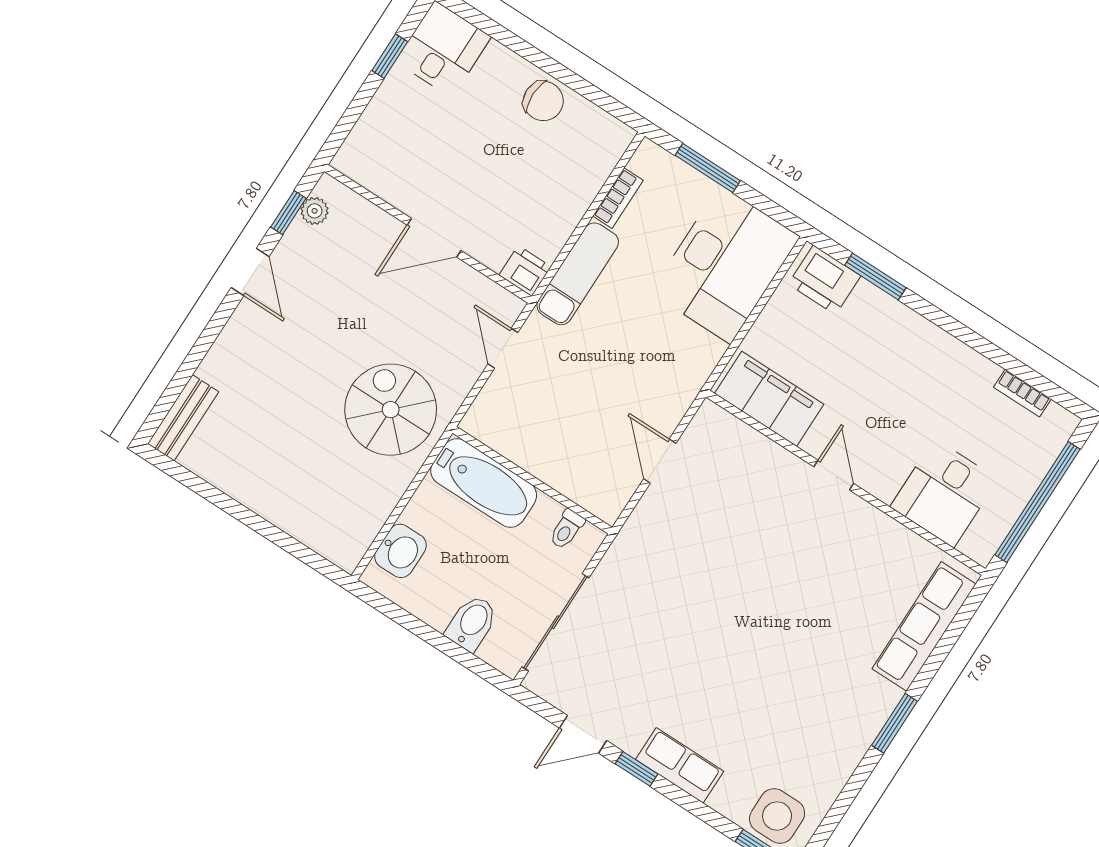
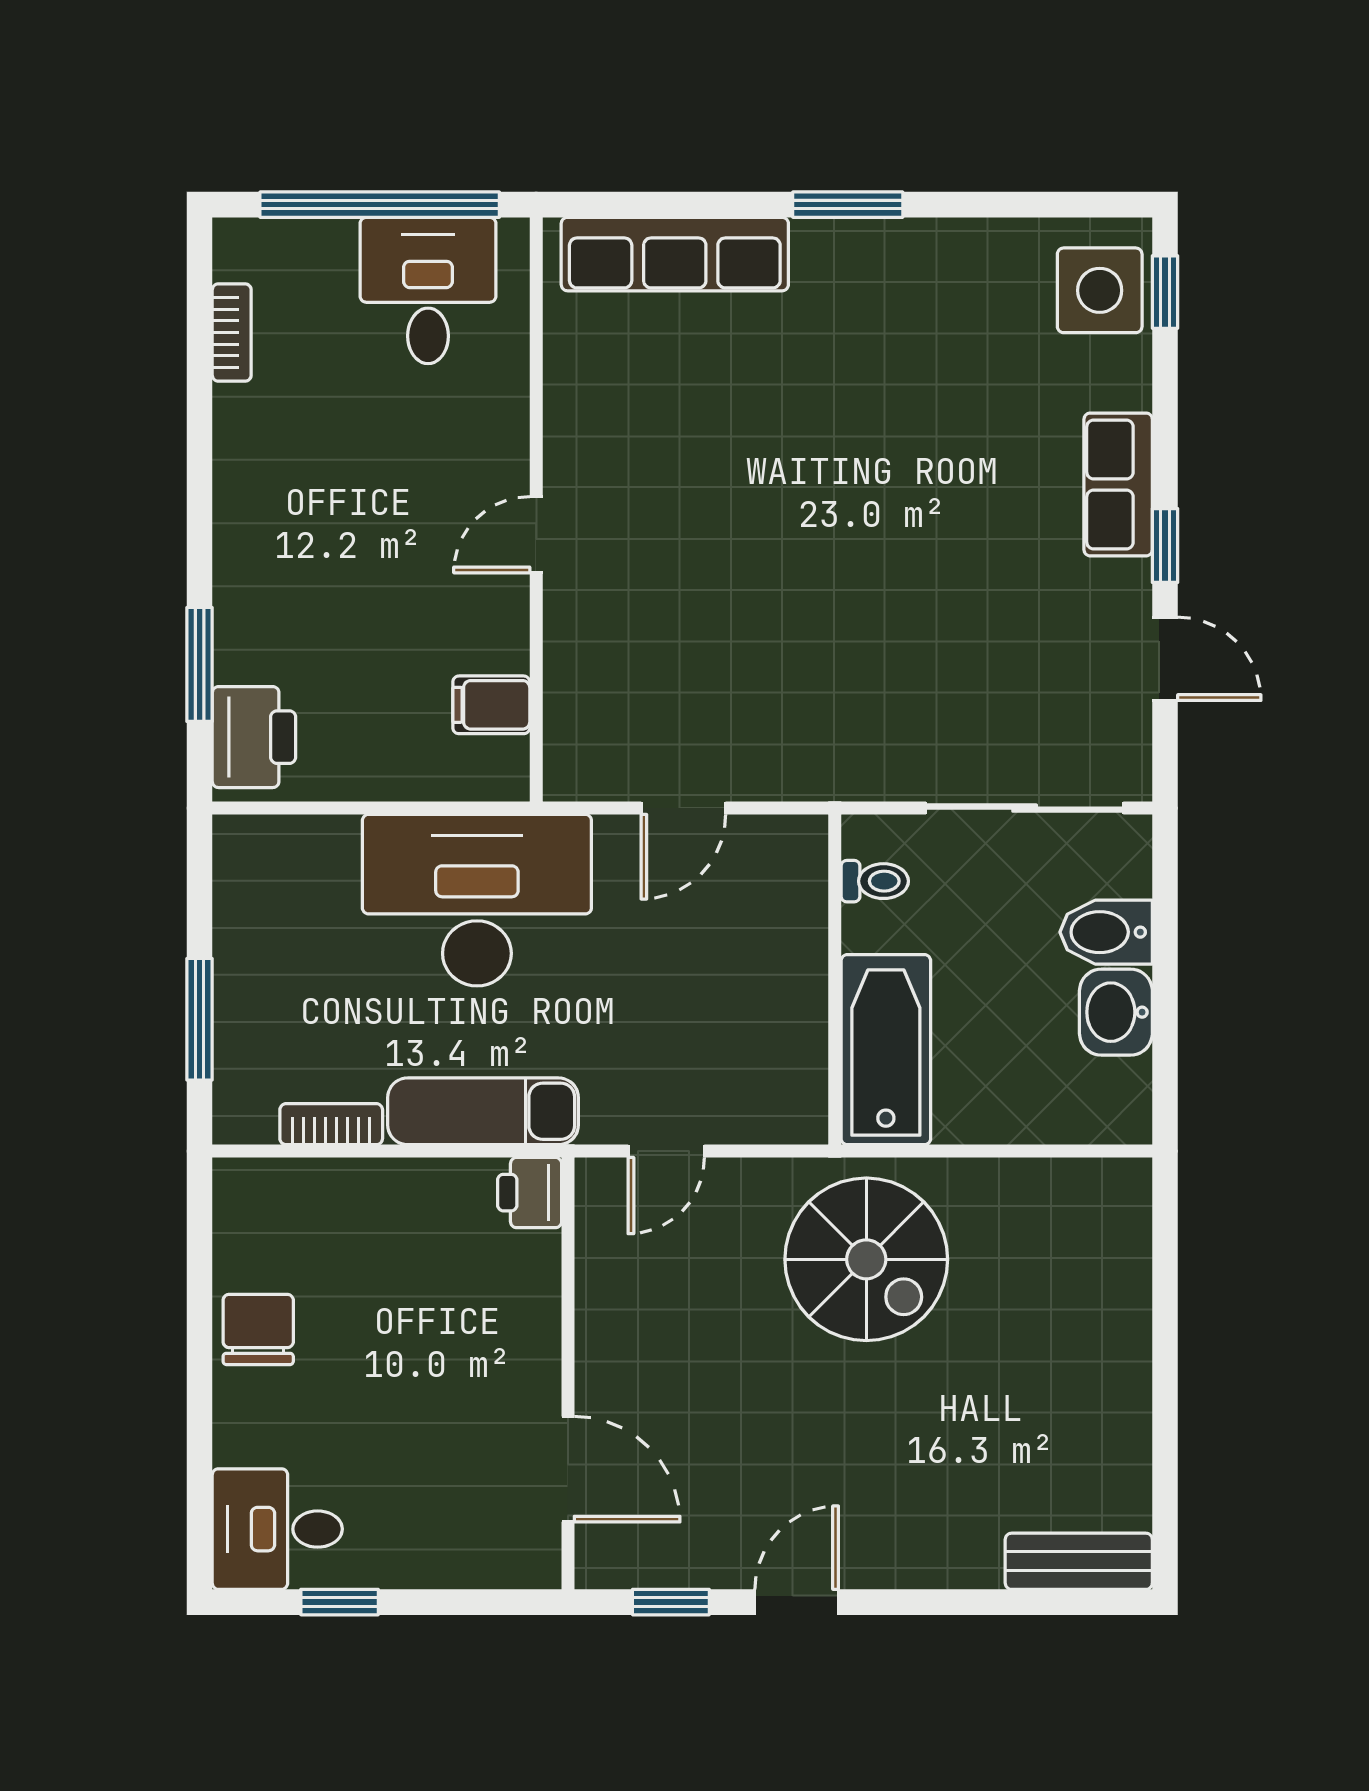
plant: (315, 211) -> (643, 1565), removed
door: (434, 238) -> (568, 1469), moved
desk: (725, 265) -> (477, 900), moved
filing cabinet: (769, 399) -> (491, 705), width x0.33, depth x0.86
spiral stairs: (391, 410) -> (866, 1259), turned -90
desk: (944, 493) -> (428, 291), moved, turned -90
washbasin: (400, 551) -> (1116, 1012), moved, turned -90

